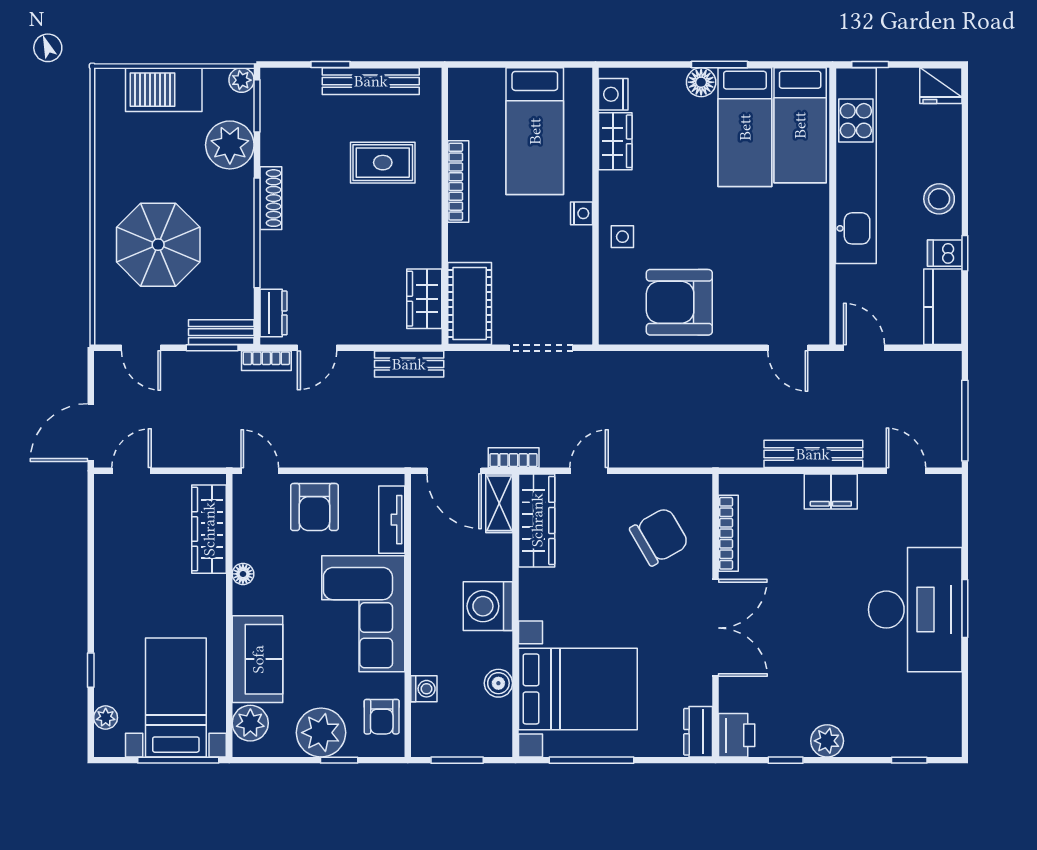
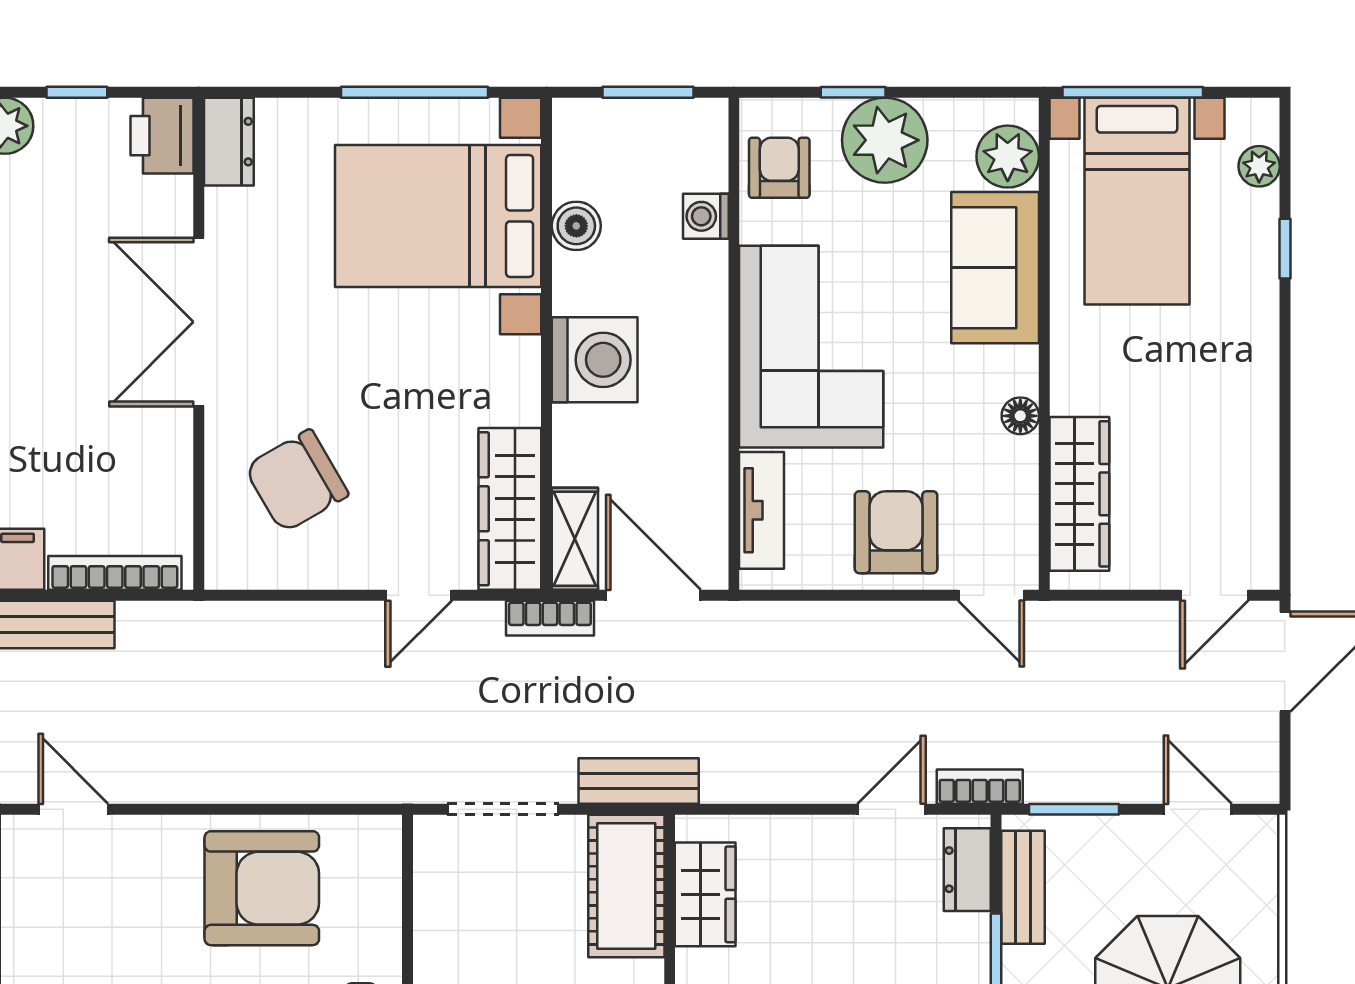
bench: (221, 332) -> (1023, 887), moved, turned 90
bench: (409, 364) -> (639, 781), moved
bookcase: (728, 533) -> (115, 573), moved, turned 90

